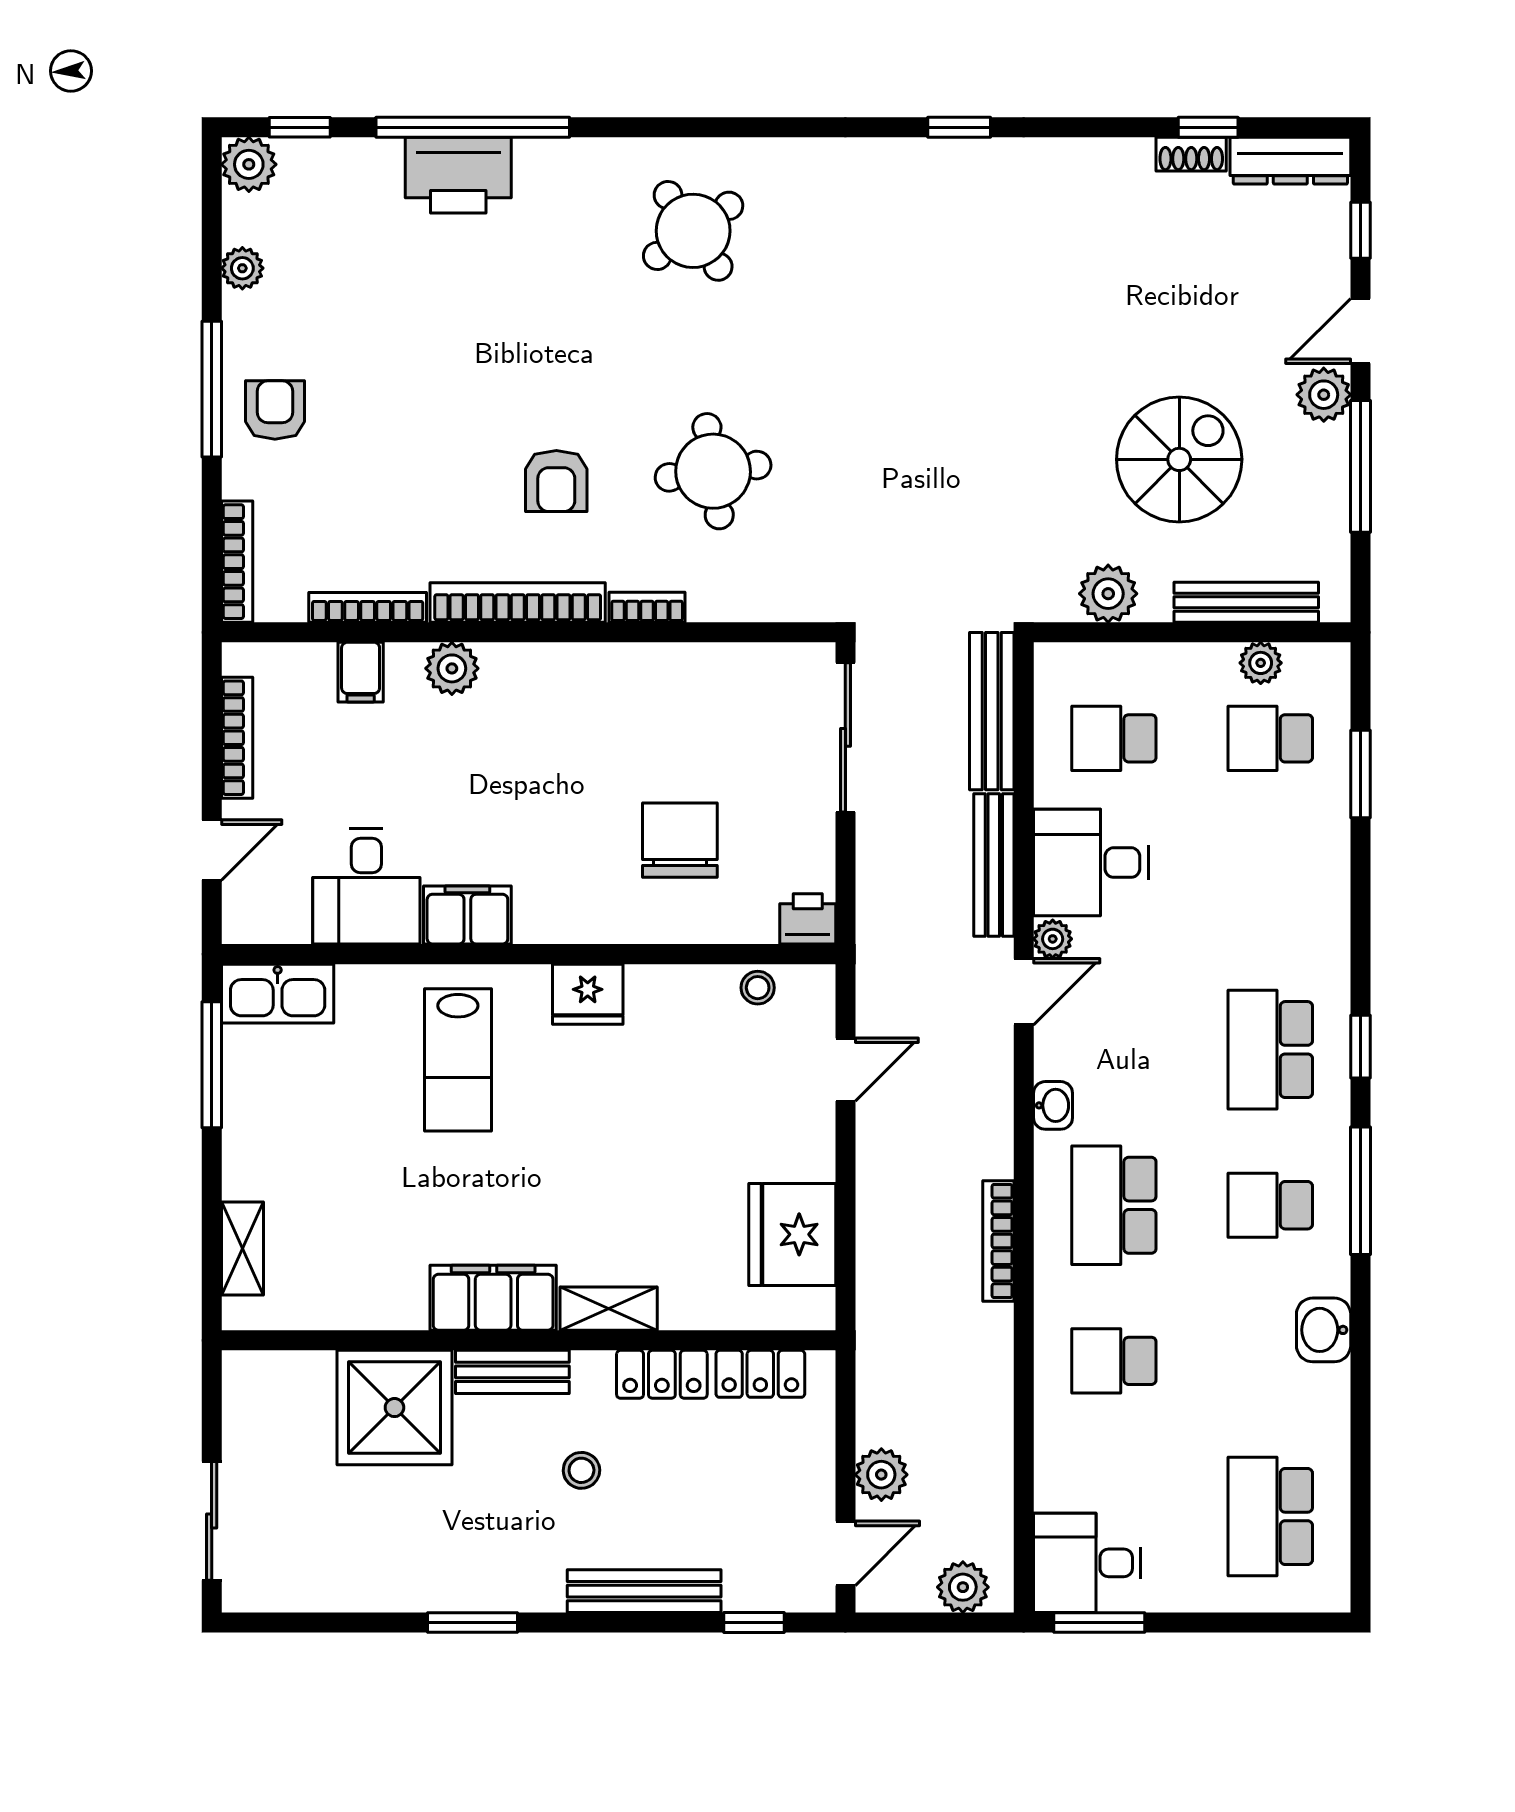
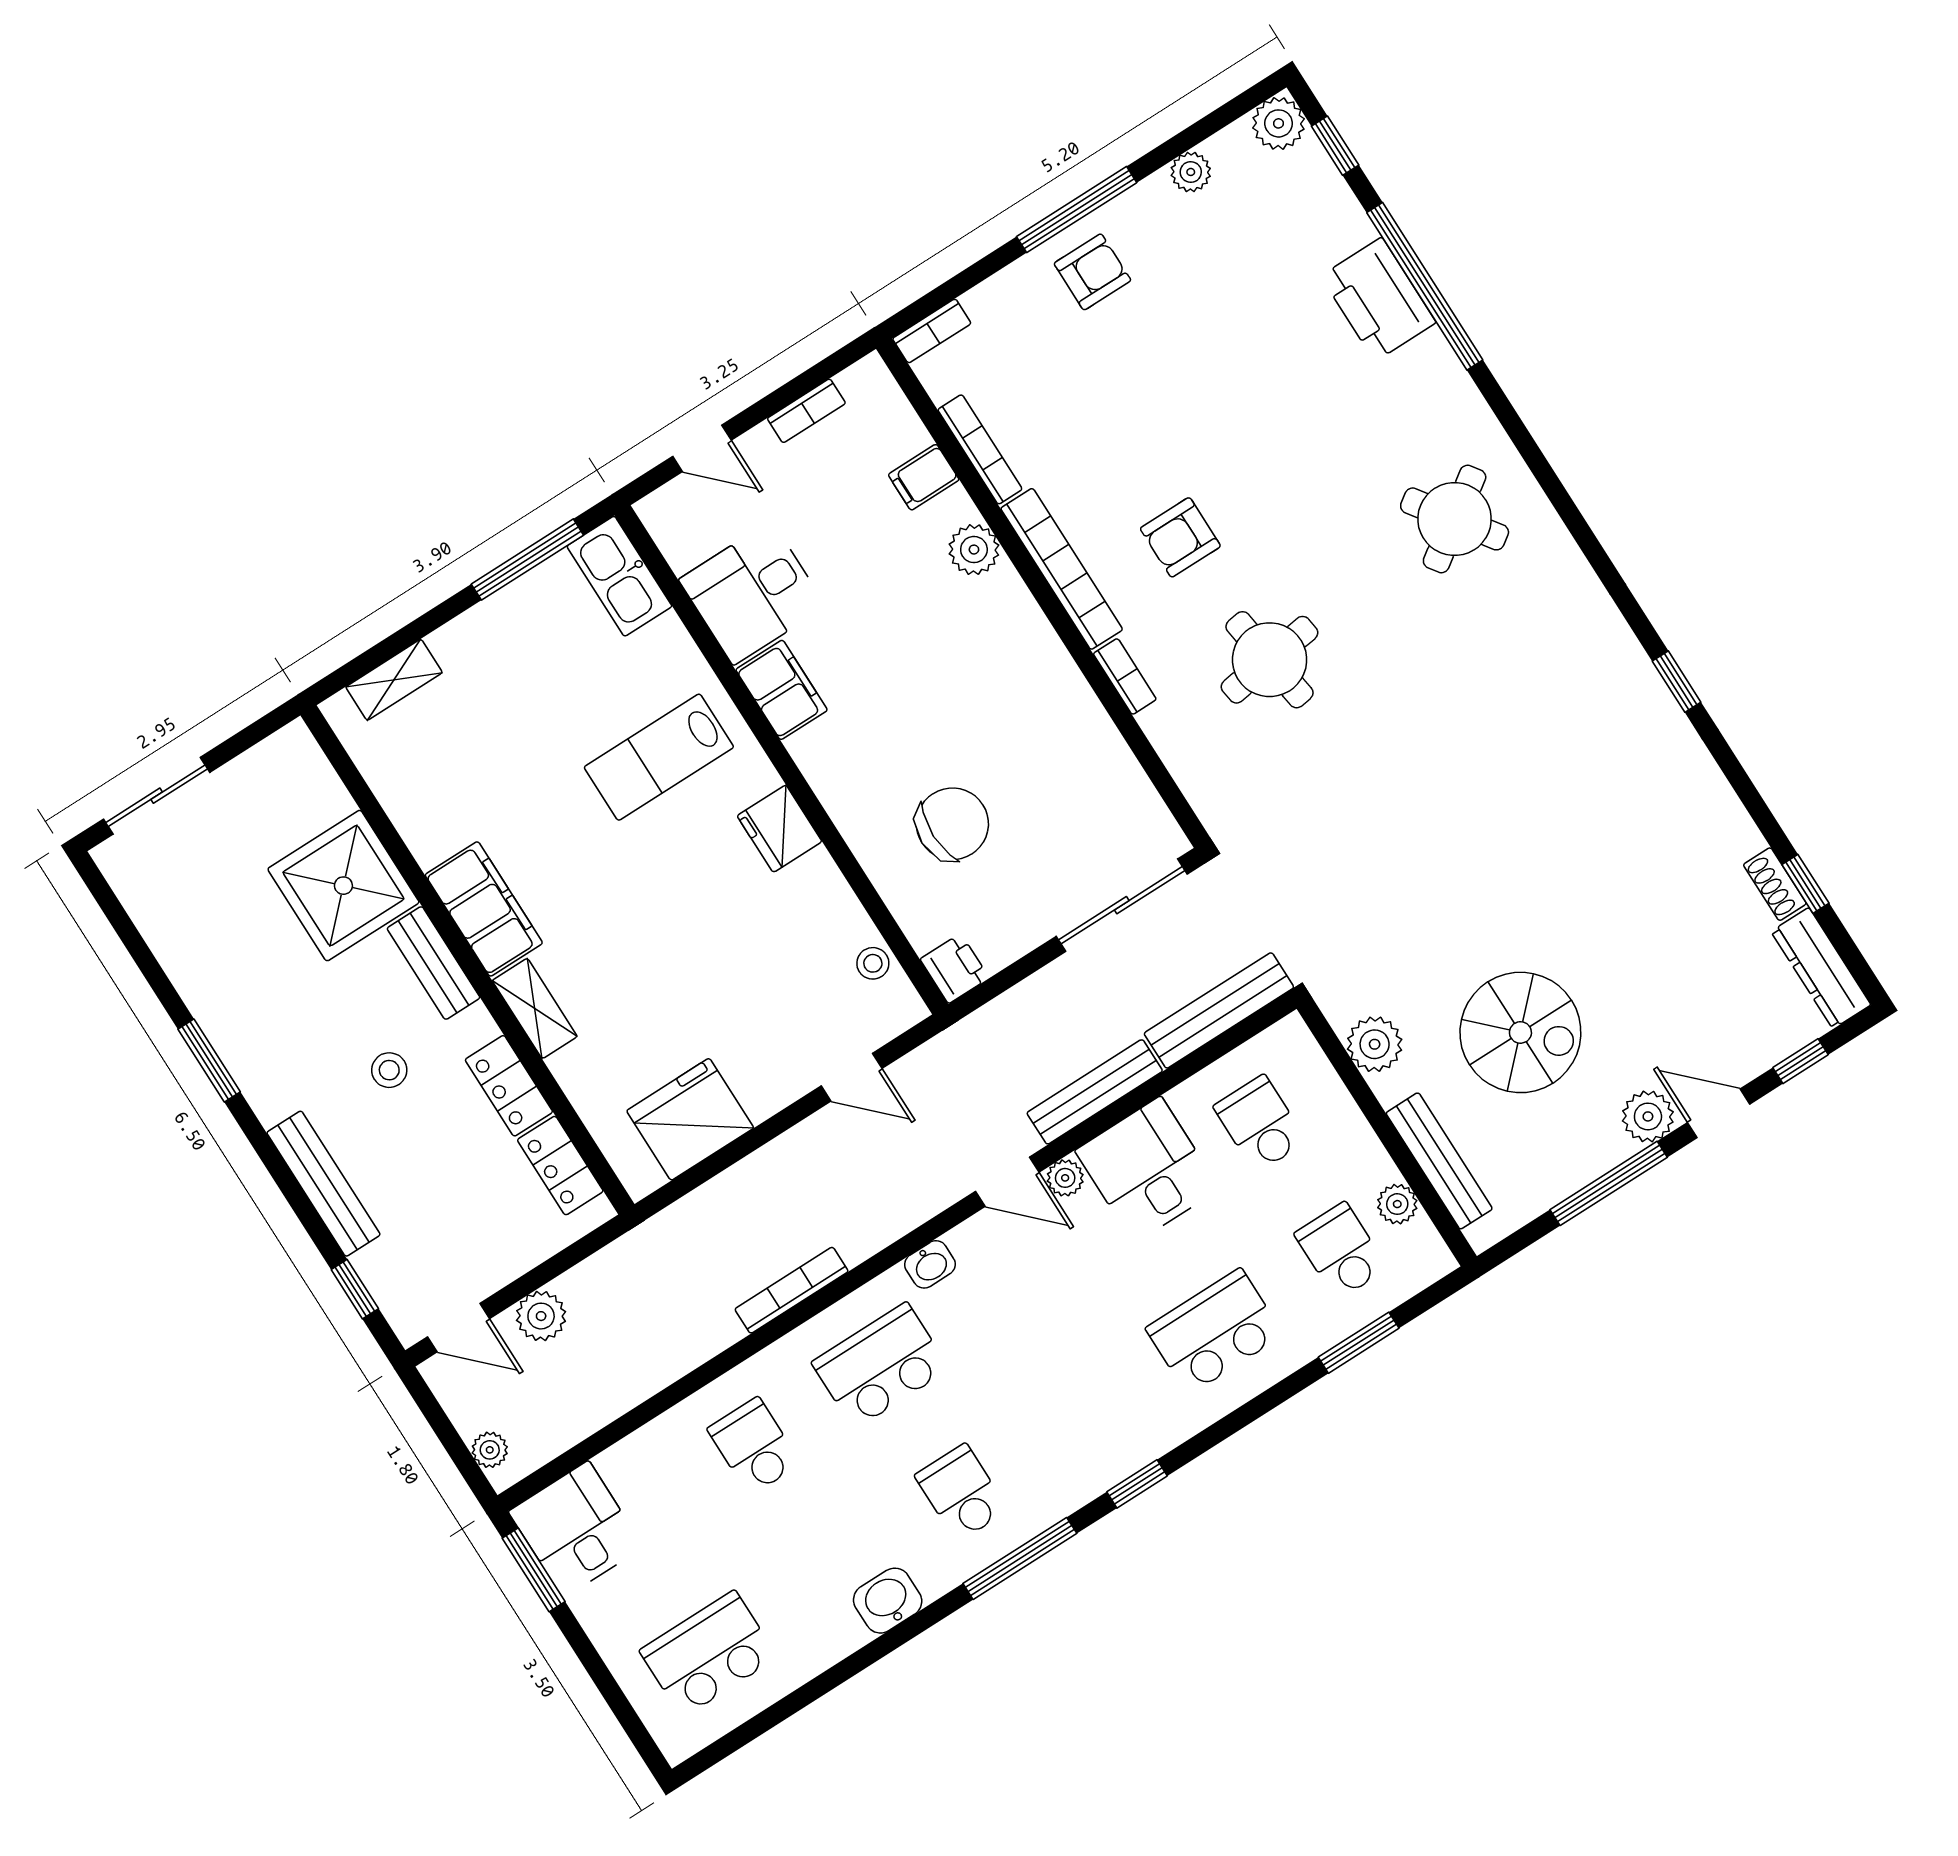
bookcase: (237, 562) -> (932, 331), width x0.64
bookcase: (237, 738) -> (806, 411), width x0.64
school desk: (1270, 1050) -> (1214, 1332), moved
plant: (963, 1587) -> (490, 1450), width x0.73, depth x0.73

